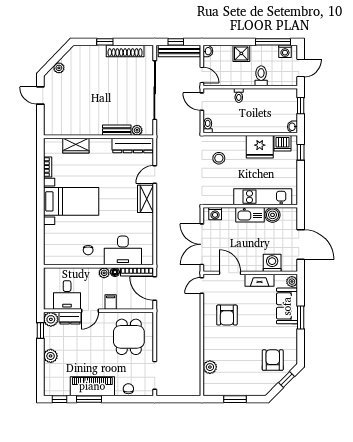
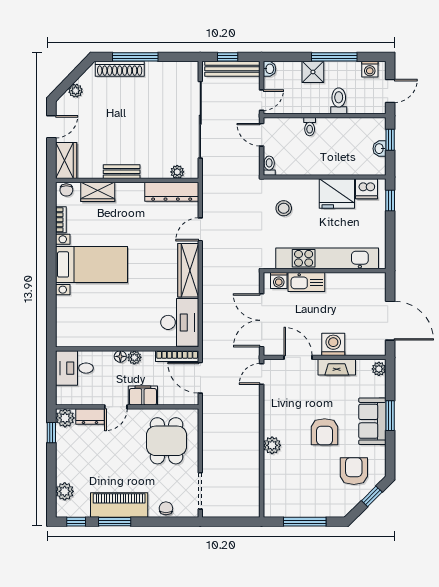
window: (105, 42) -> (135, 57), width x2.17
window: (273, 42) -> (334, 57), moved
shoe rack: (125, 51) -> (120, 69), moved
door: (202, 75) -> (262, 100), hinge flipped
door: (40, 96) -> (51, 127), swing flipped
wardrobe: (52, 122) -> (66, 161), added
washbasin: (292, 127) -> (379, 149), moved
bench: (117, 130) -> (122, 172), moved
kitchen unit: (263, 197) -> (327, 258), width x1.36
wardrobe: (145, 199) -> (188, 270), width x1.50
kitchen sink: (250, 215) -> (306, 282), moved
boiler: (273, 215) -> (354, 282), removed
chair: (88, 250) -> (66, 190), moved
desk: (123, 250) -> (180, 322), moved, turned -90
washing machine: (272, 263) -> (333, 344), moved
floor lamp: (115, 272) -> (120, 356), moved
desk: (67, 295) -> (74, 368), moved, turned 90
filing cabinet: (111, 302) -> (143, 395), width x2.00
sofa: (287, 306) -> (372, 421), moved
armchair: (227, 315) -> (325, 432), moved
plant: (51, 356) -> (65, 491), moved
plant: (210, 367) -> (272, 445), moved
window: (235, 399) -> (305, 522), width x1.44

